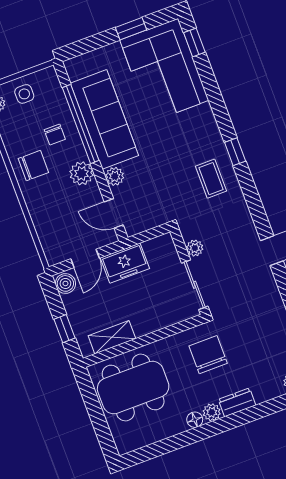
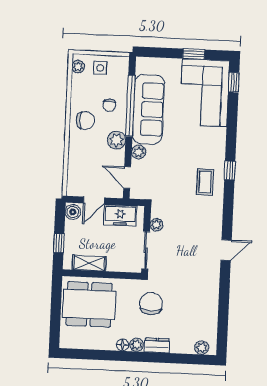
plant: (195, 248) -> (156, 225), moved
wall: (190, 272) -> (146, 240), moved
sliding door: (195, 285) -> (146, 250), moved

